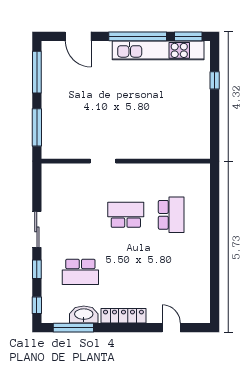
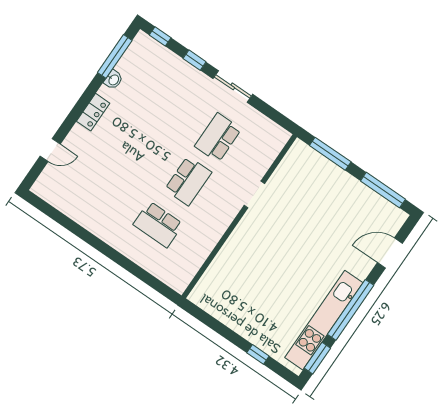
school desk: (80, 272) -> (218, 138), moved
washbasin: (84, 315) -> (113, 80), width x0.52, depth x0.69
locker: (123, 316) -> (93, 112), width x0.66

